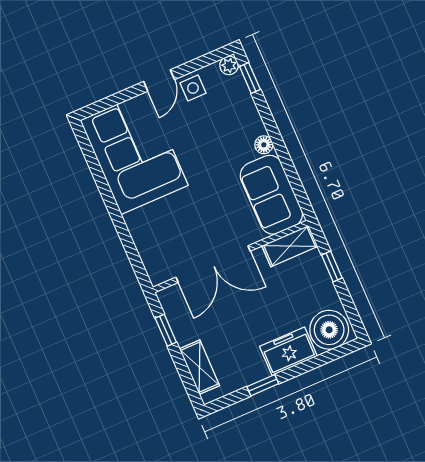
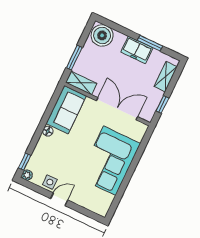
corner sofa: (134, 153) -> (110, 161), moved
window: (332, 267) -> (74, 58), width x1.50
freezer: (288, 351) -> (137, 50), moved
window: (263, 385) -> (150, 43), width x1.50

